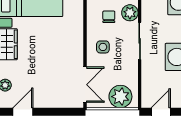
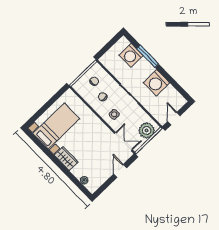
plant: (130, 13) -> (111, 85), removed
door: (23, 112) -> (120, 171), moved

